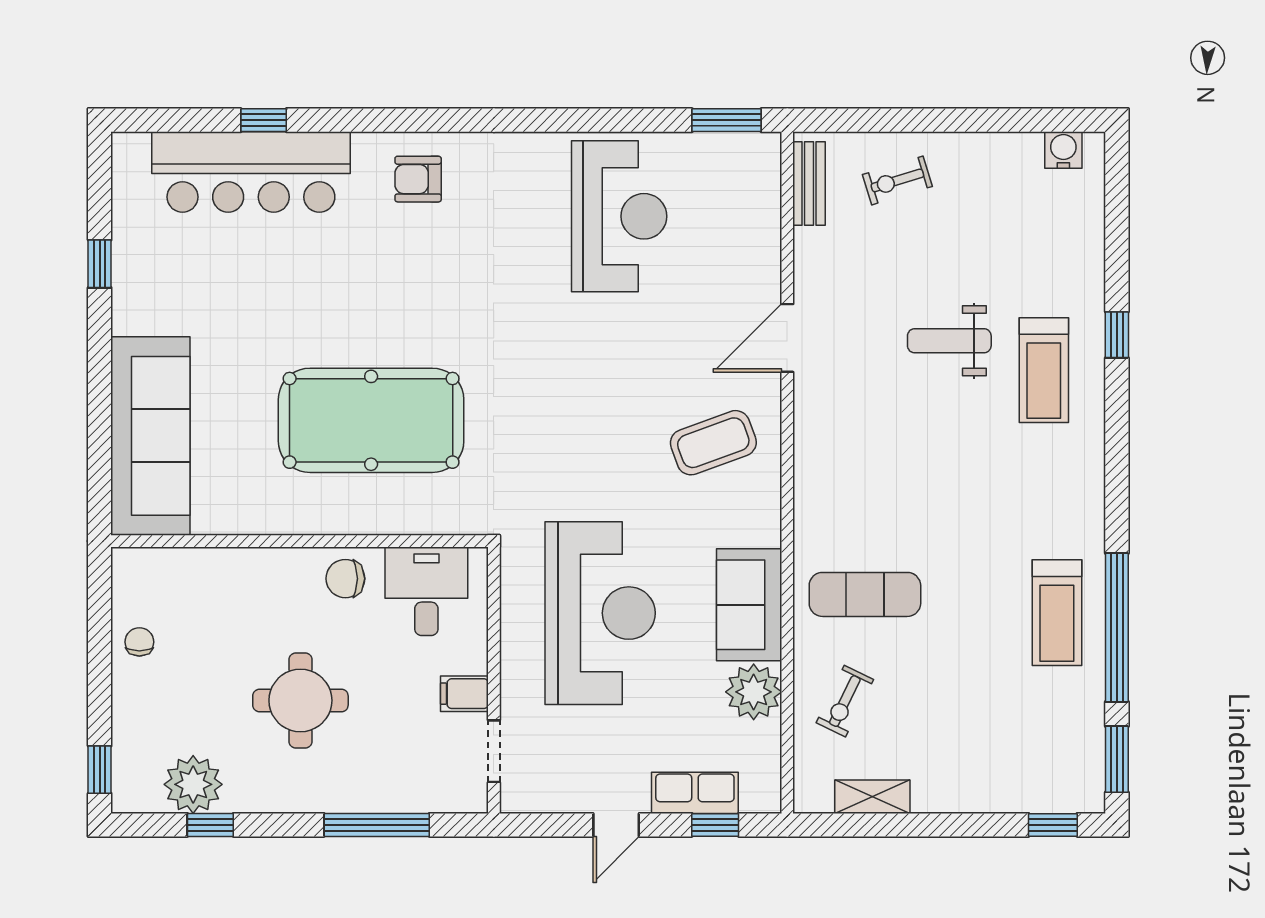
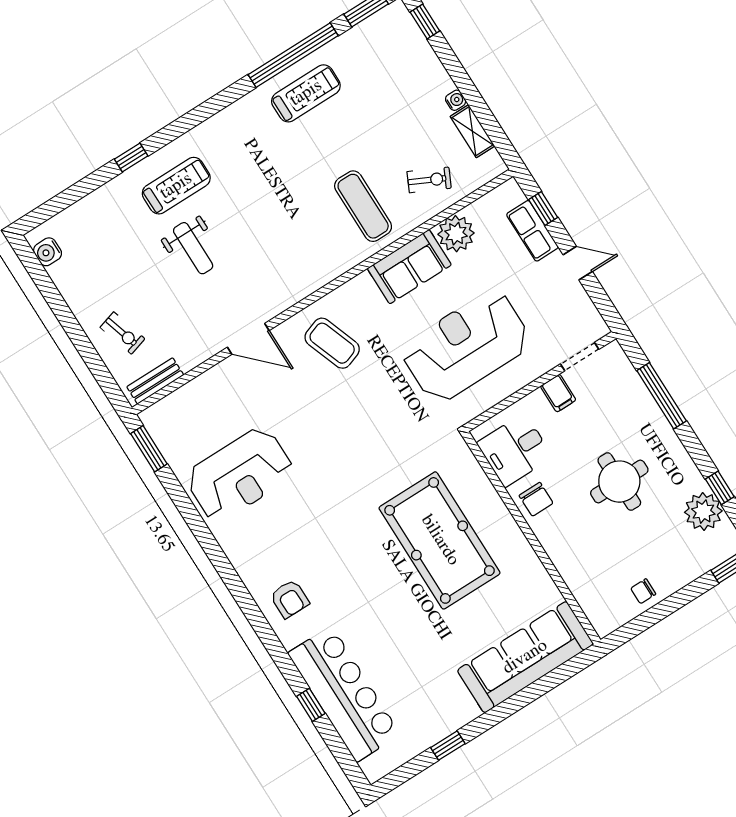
reception desk: (619, 216) -> (240, 475), turned 180
water cooler: (926, 800) -> (456, 100), added

